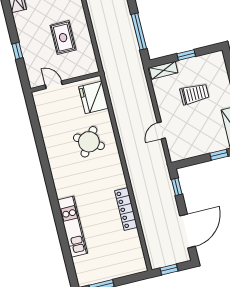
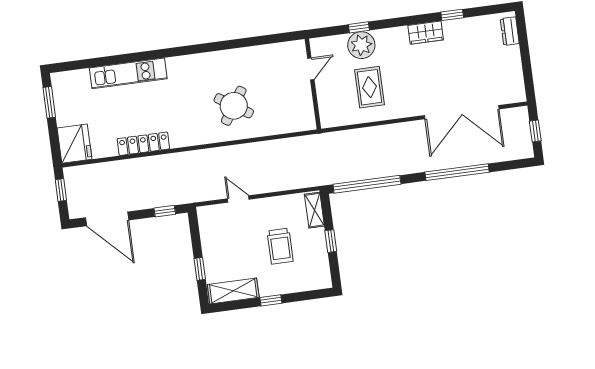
window: (139, 31) -> (367, 184), width x1.46
rug: (63, 38) -> (369, 87), turned 90
plant: (31, 47) -> (361, 45), added
fridge: (94, 97) -> (74, 144), moved, turned 90

